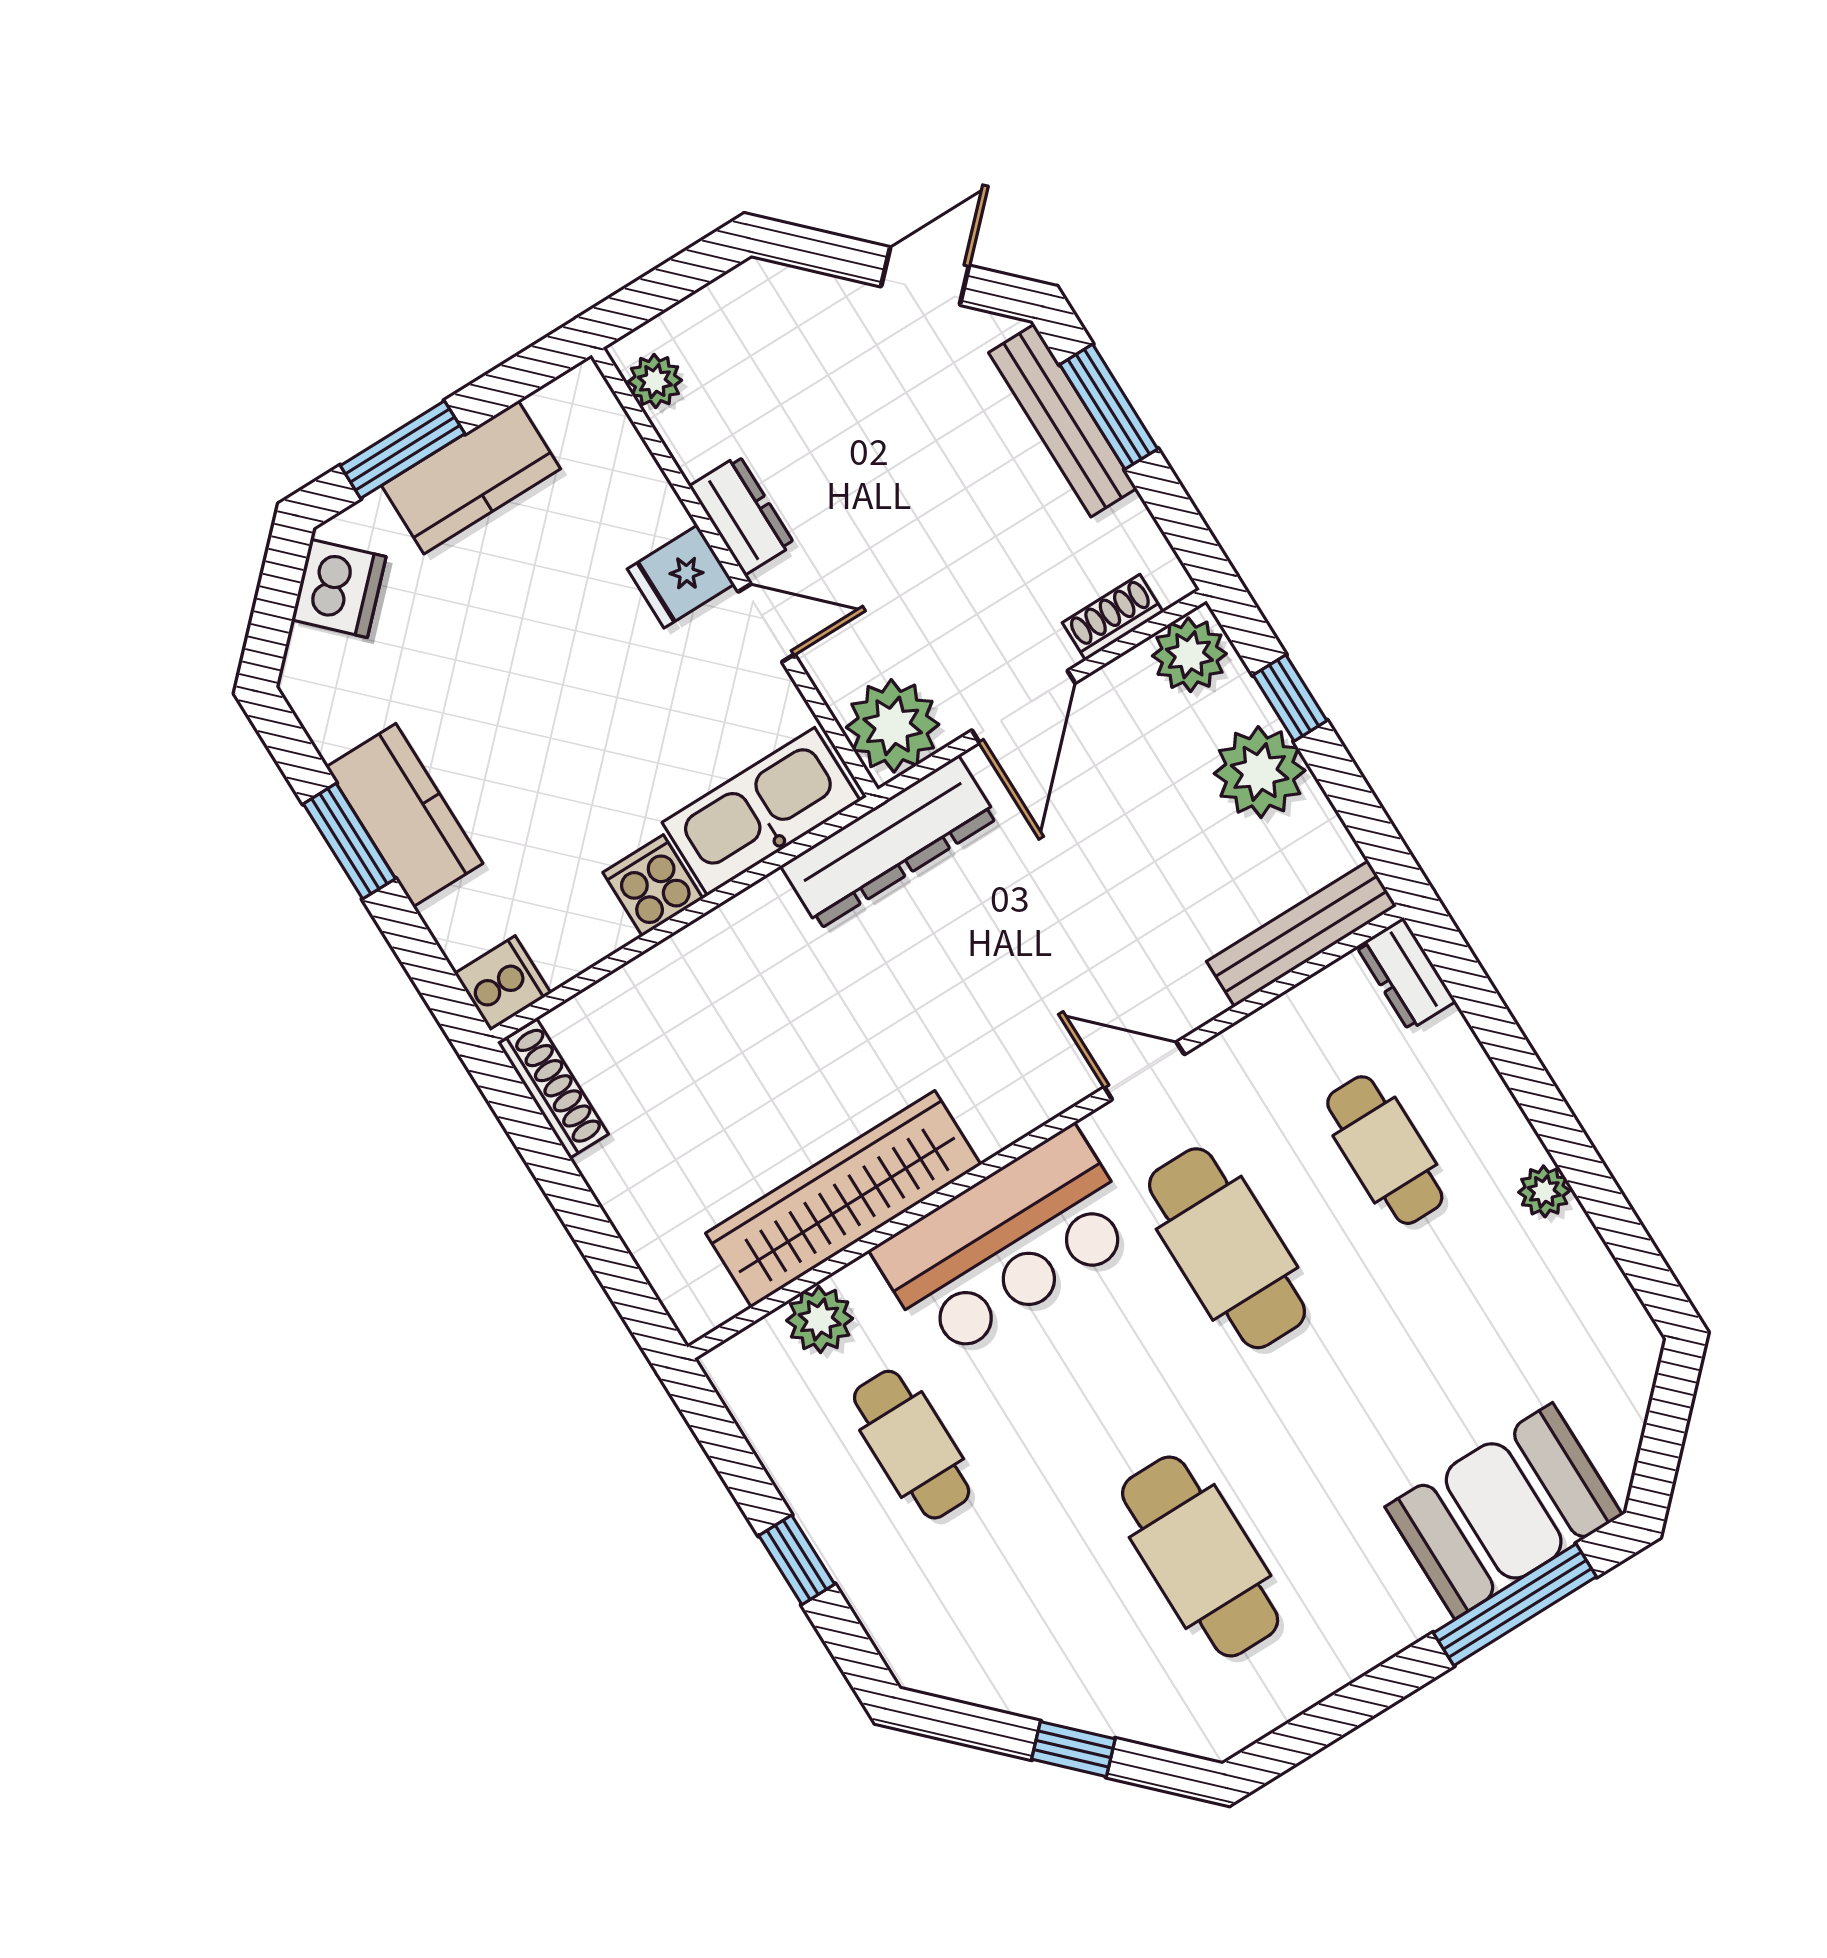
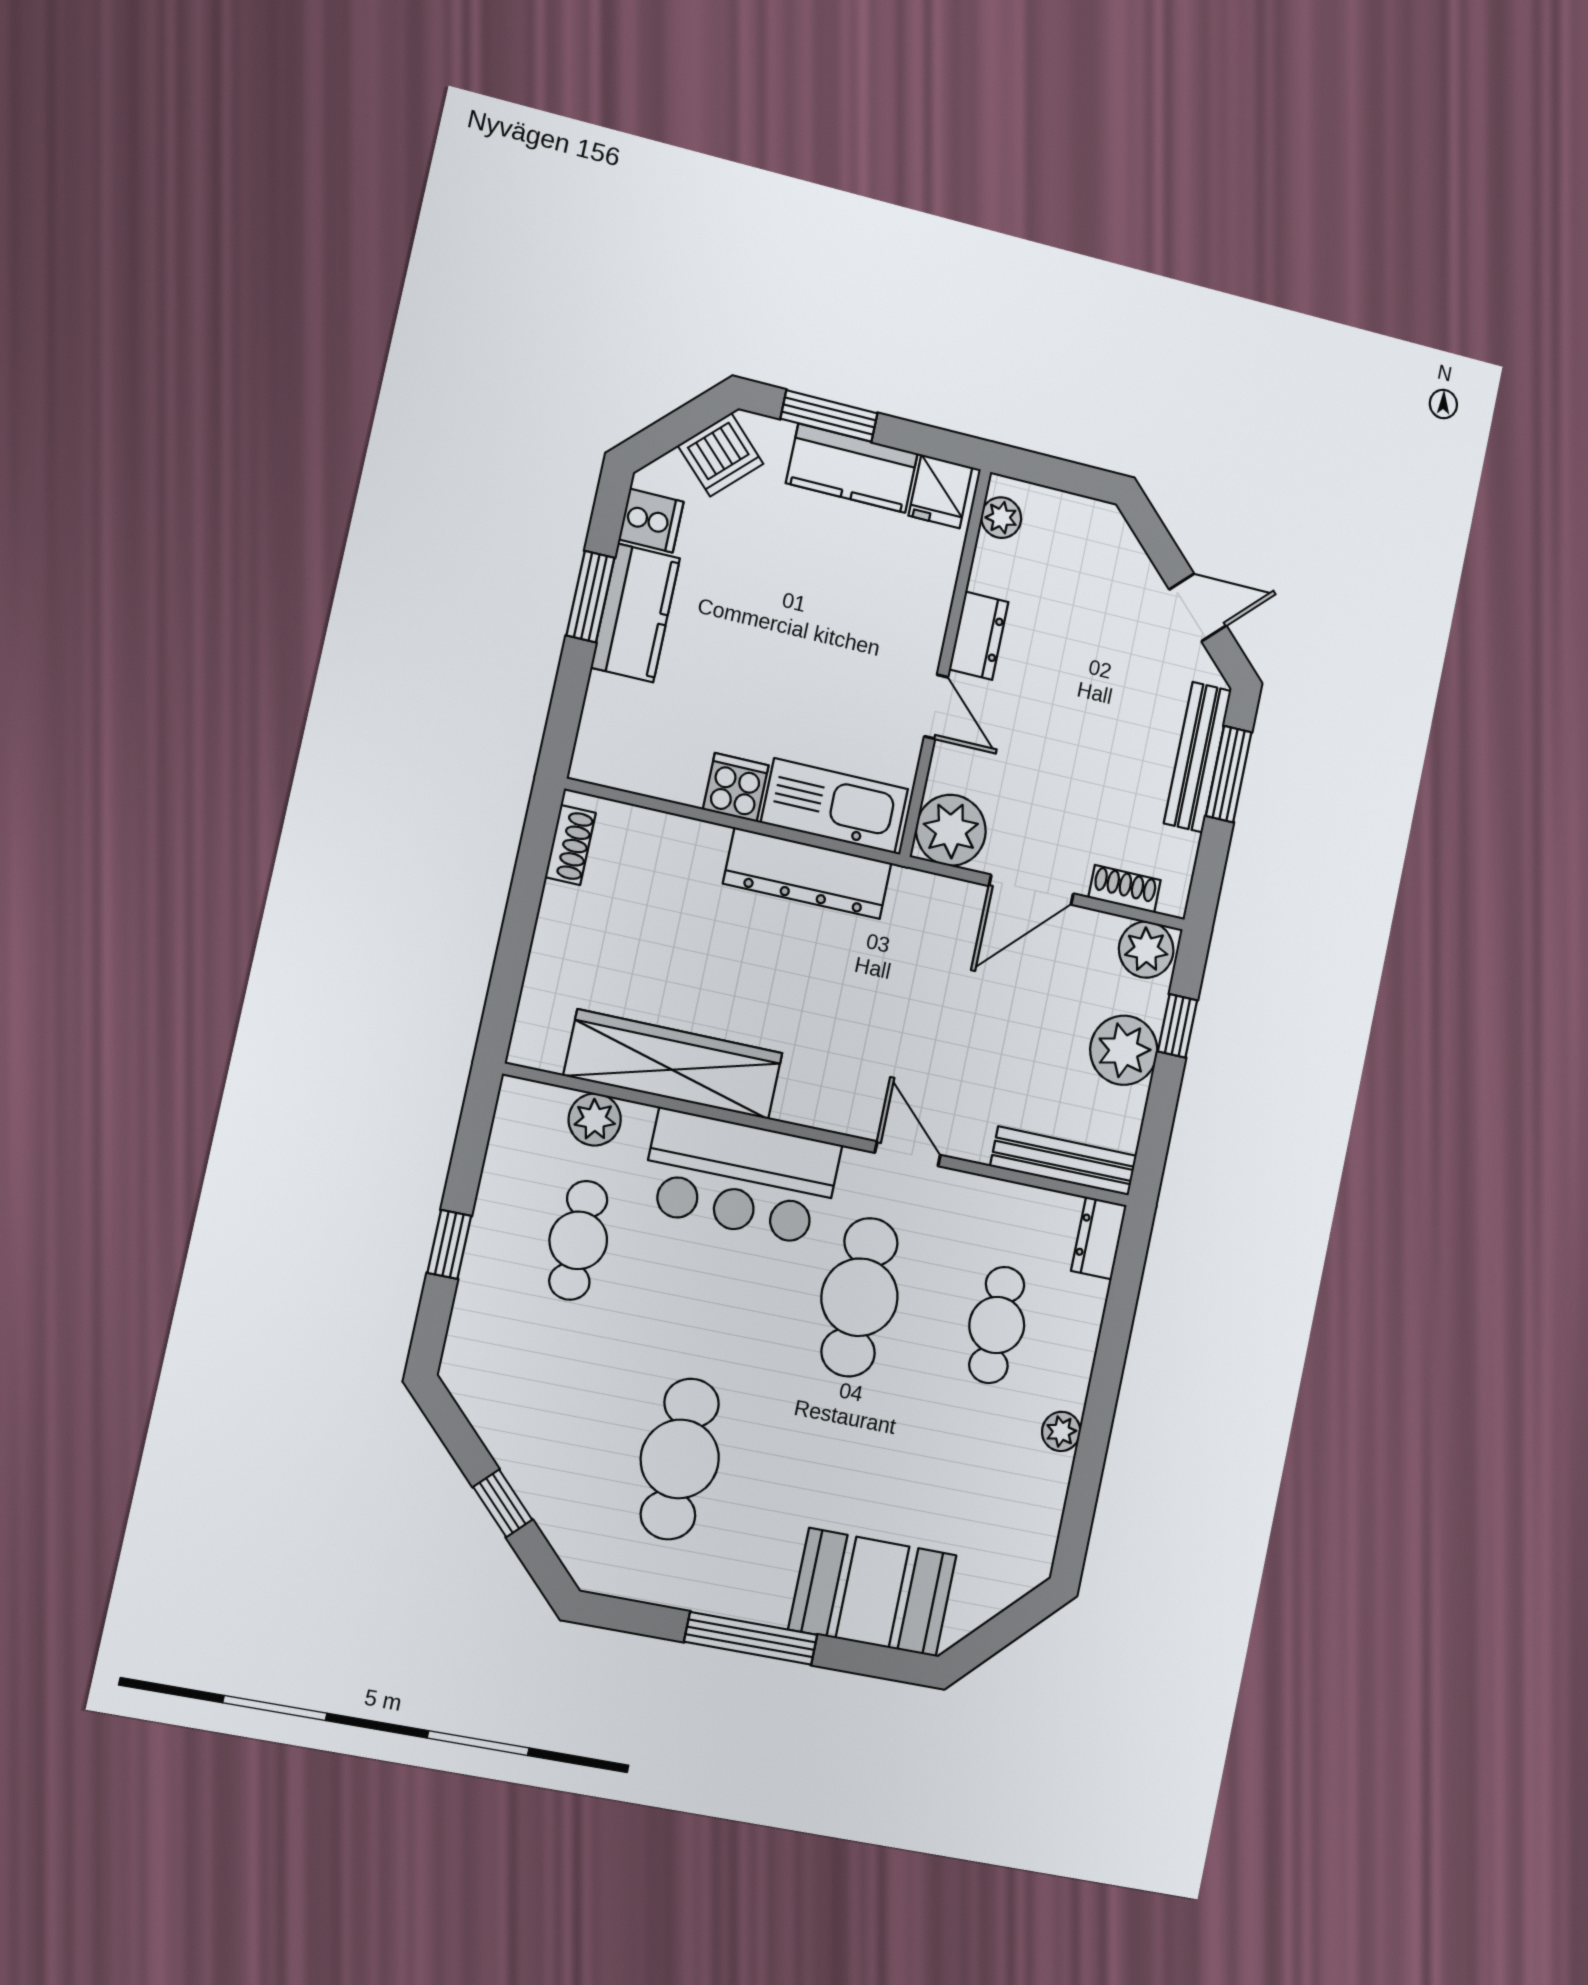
fridge: (681, 577) -> (940, 491), moved, turned -90
dresser: (889, 842) -> (807, 873), moved
cooker: (503, 983) -> (651, 521), moved
shoe rack: (553, 1089) -> (570, 845), width x0.70
window: (1515, 1605) -> (751, 1638), moved

